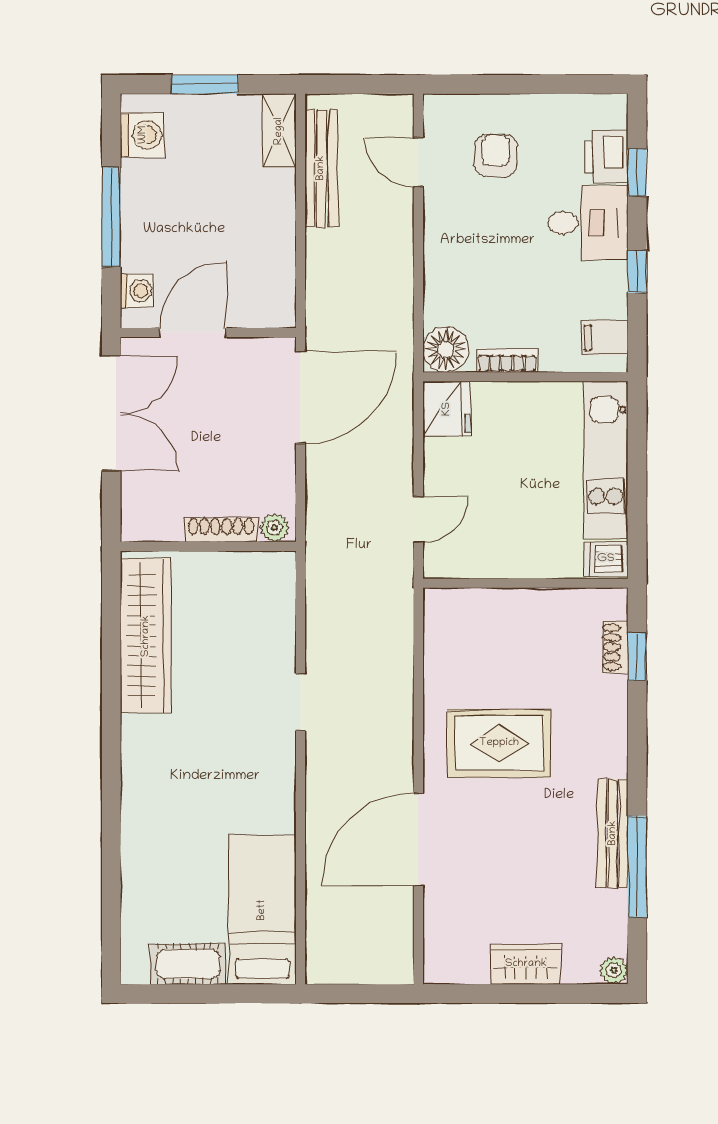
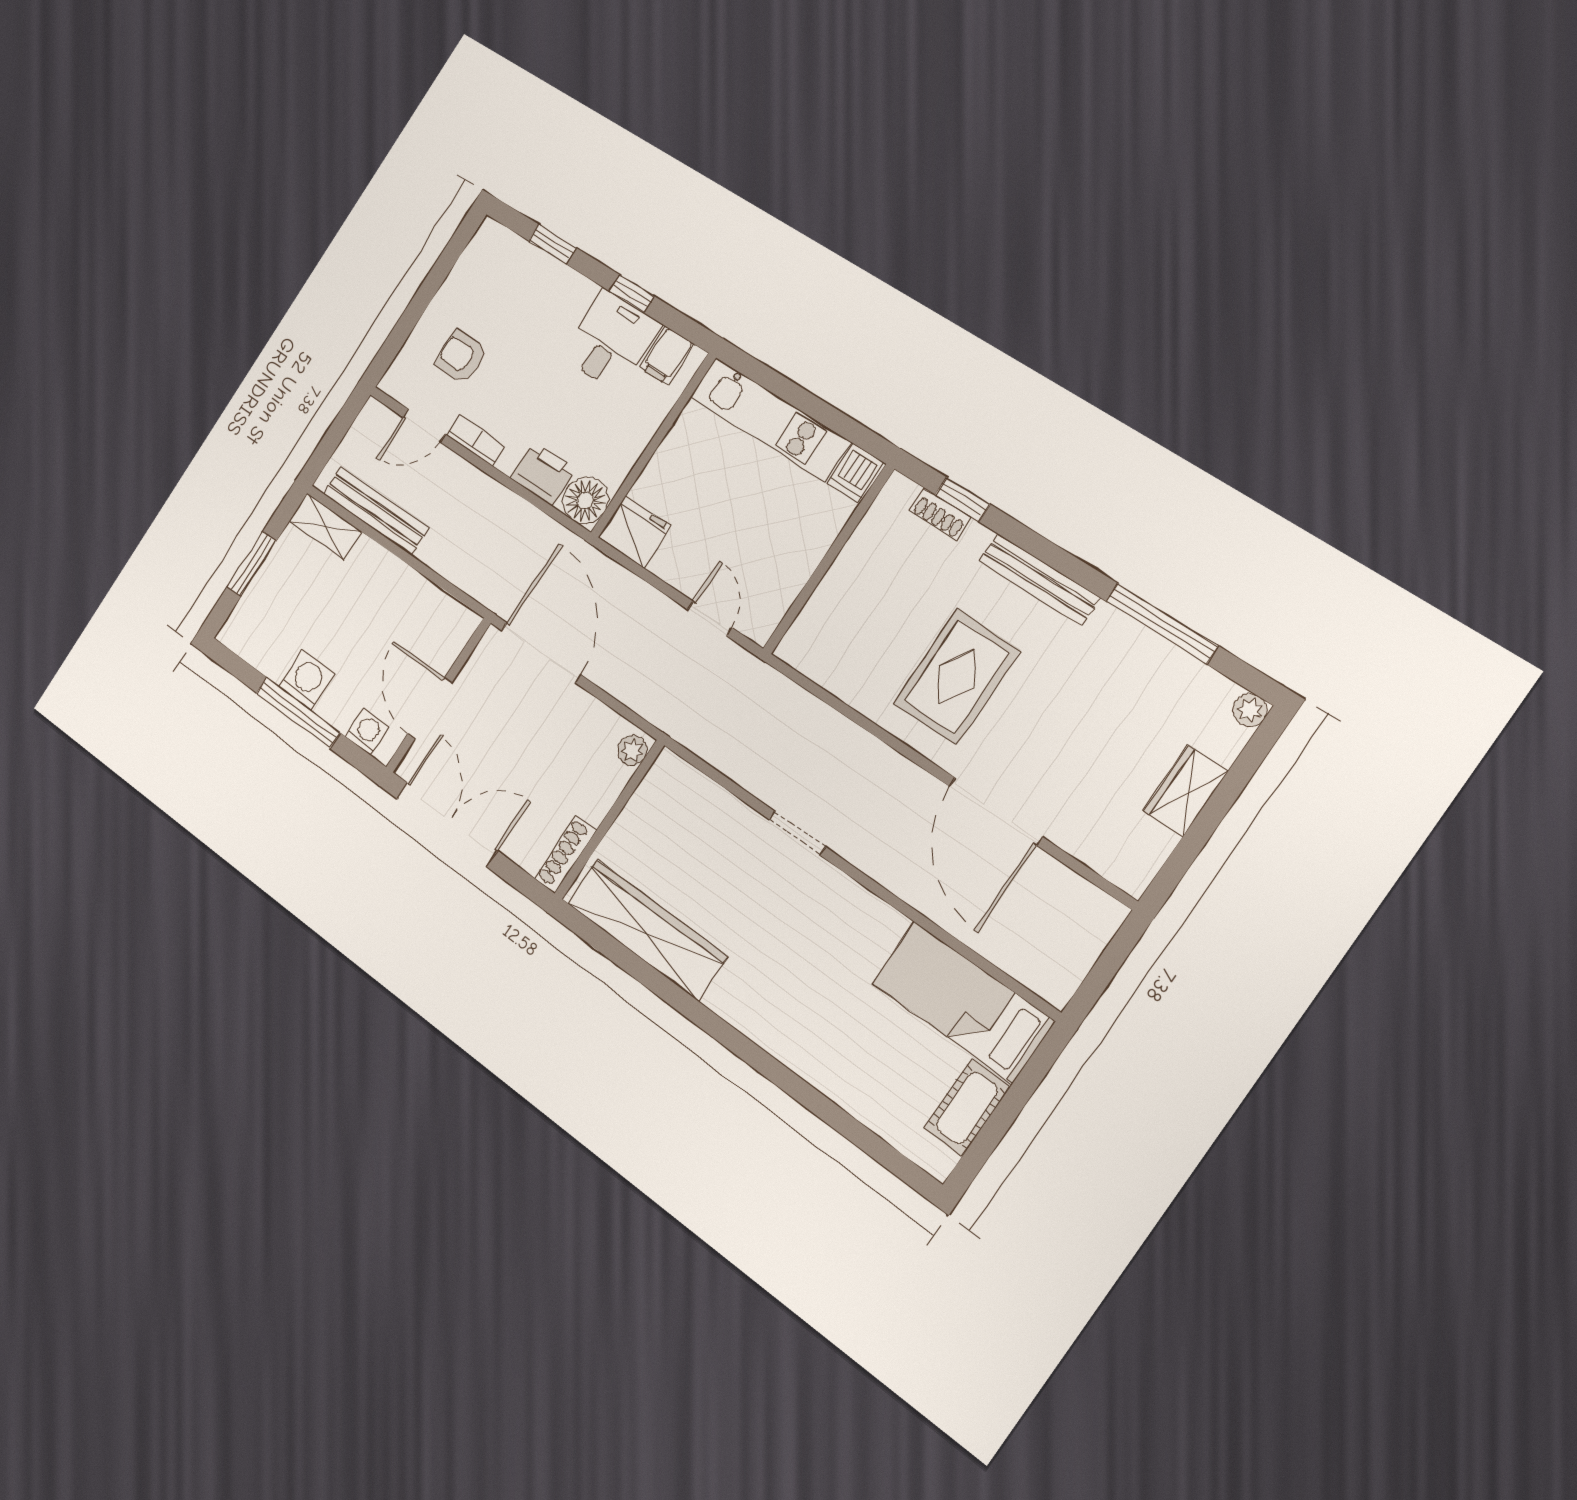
washing machine: (143, 135) -> (306, 680), moved
printer: (606, 157) -> (543, 473), moved, turned 180
desk: (588, 223) -> (611, 341), moved
bookcase: (507, 360) -> (476, 440), moved, turned 90
shoe rack: (221, 530) -> (566, 855), moved
bench: (613, 833) -> (1039, 579), moved

